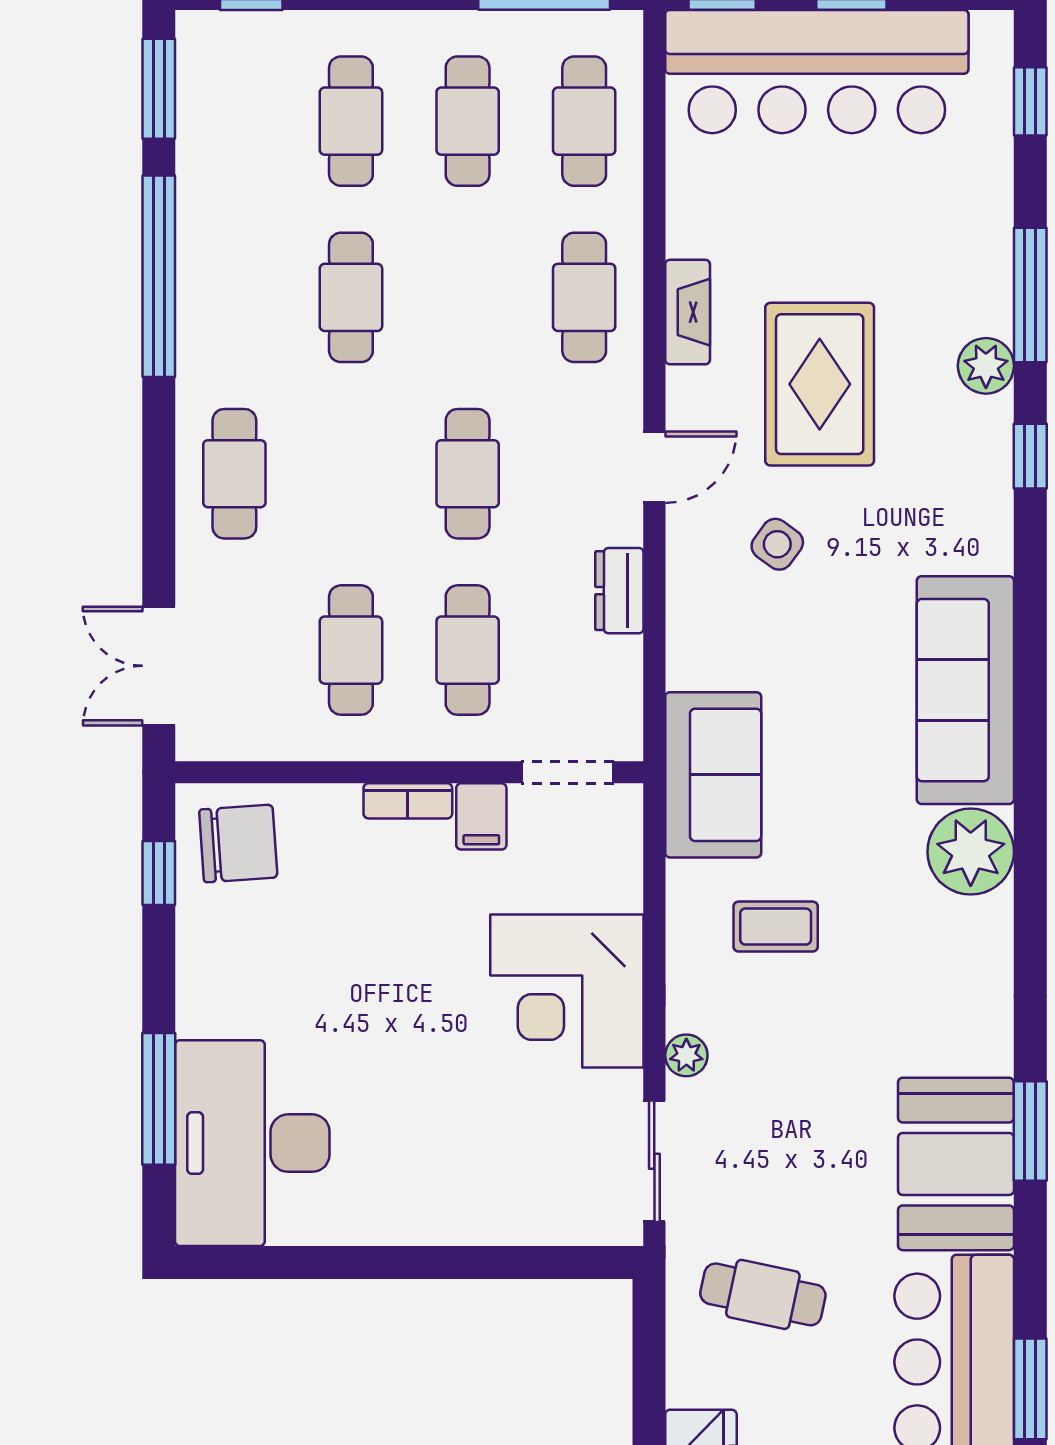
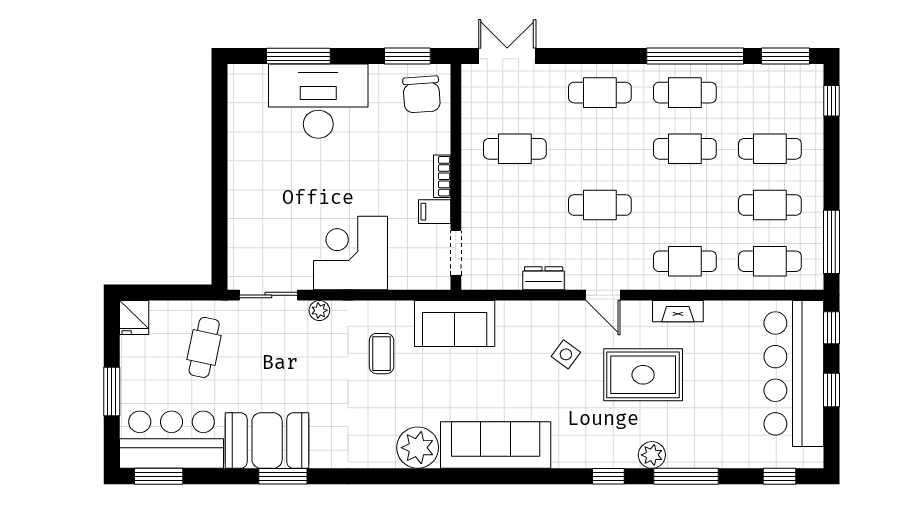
cafe table: (468, 650) -> (685, 93), moved
window: (159, 873) -> (407, 56), width x1.50
desk: (252, 1143) -> (318, 101), moved

